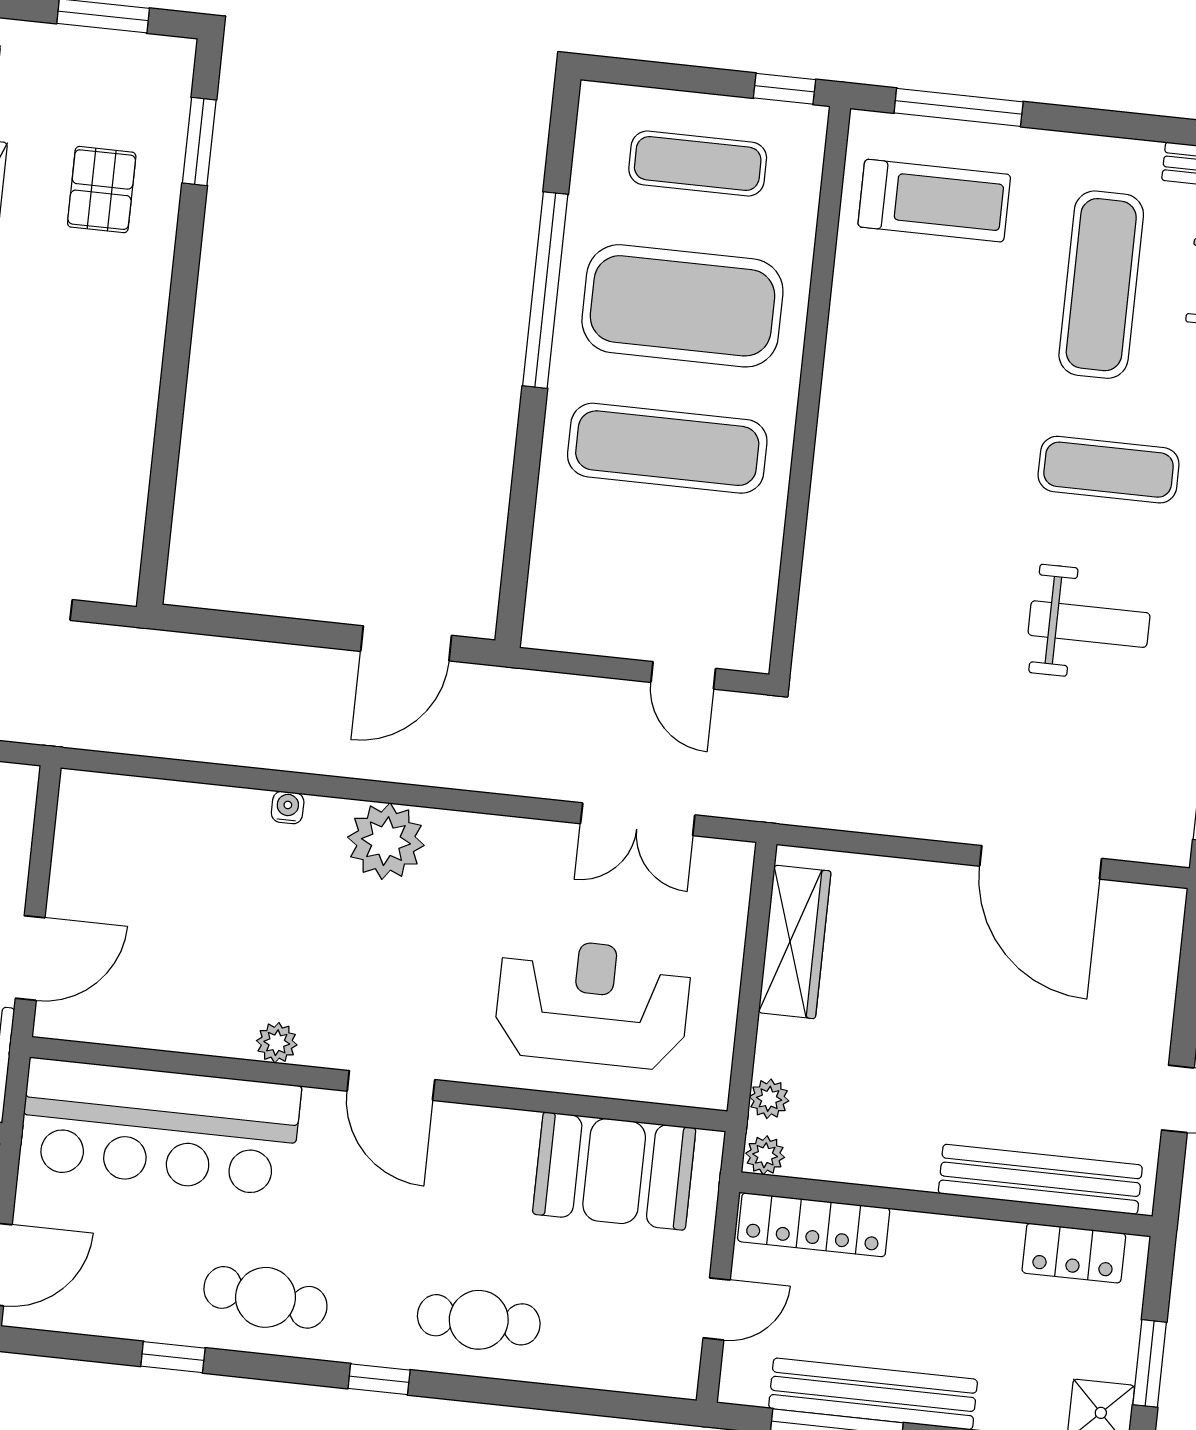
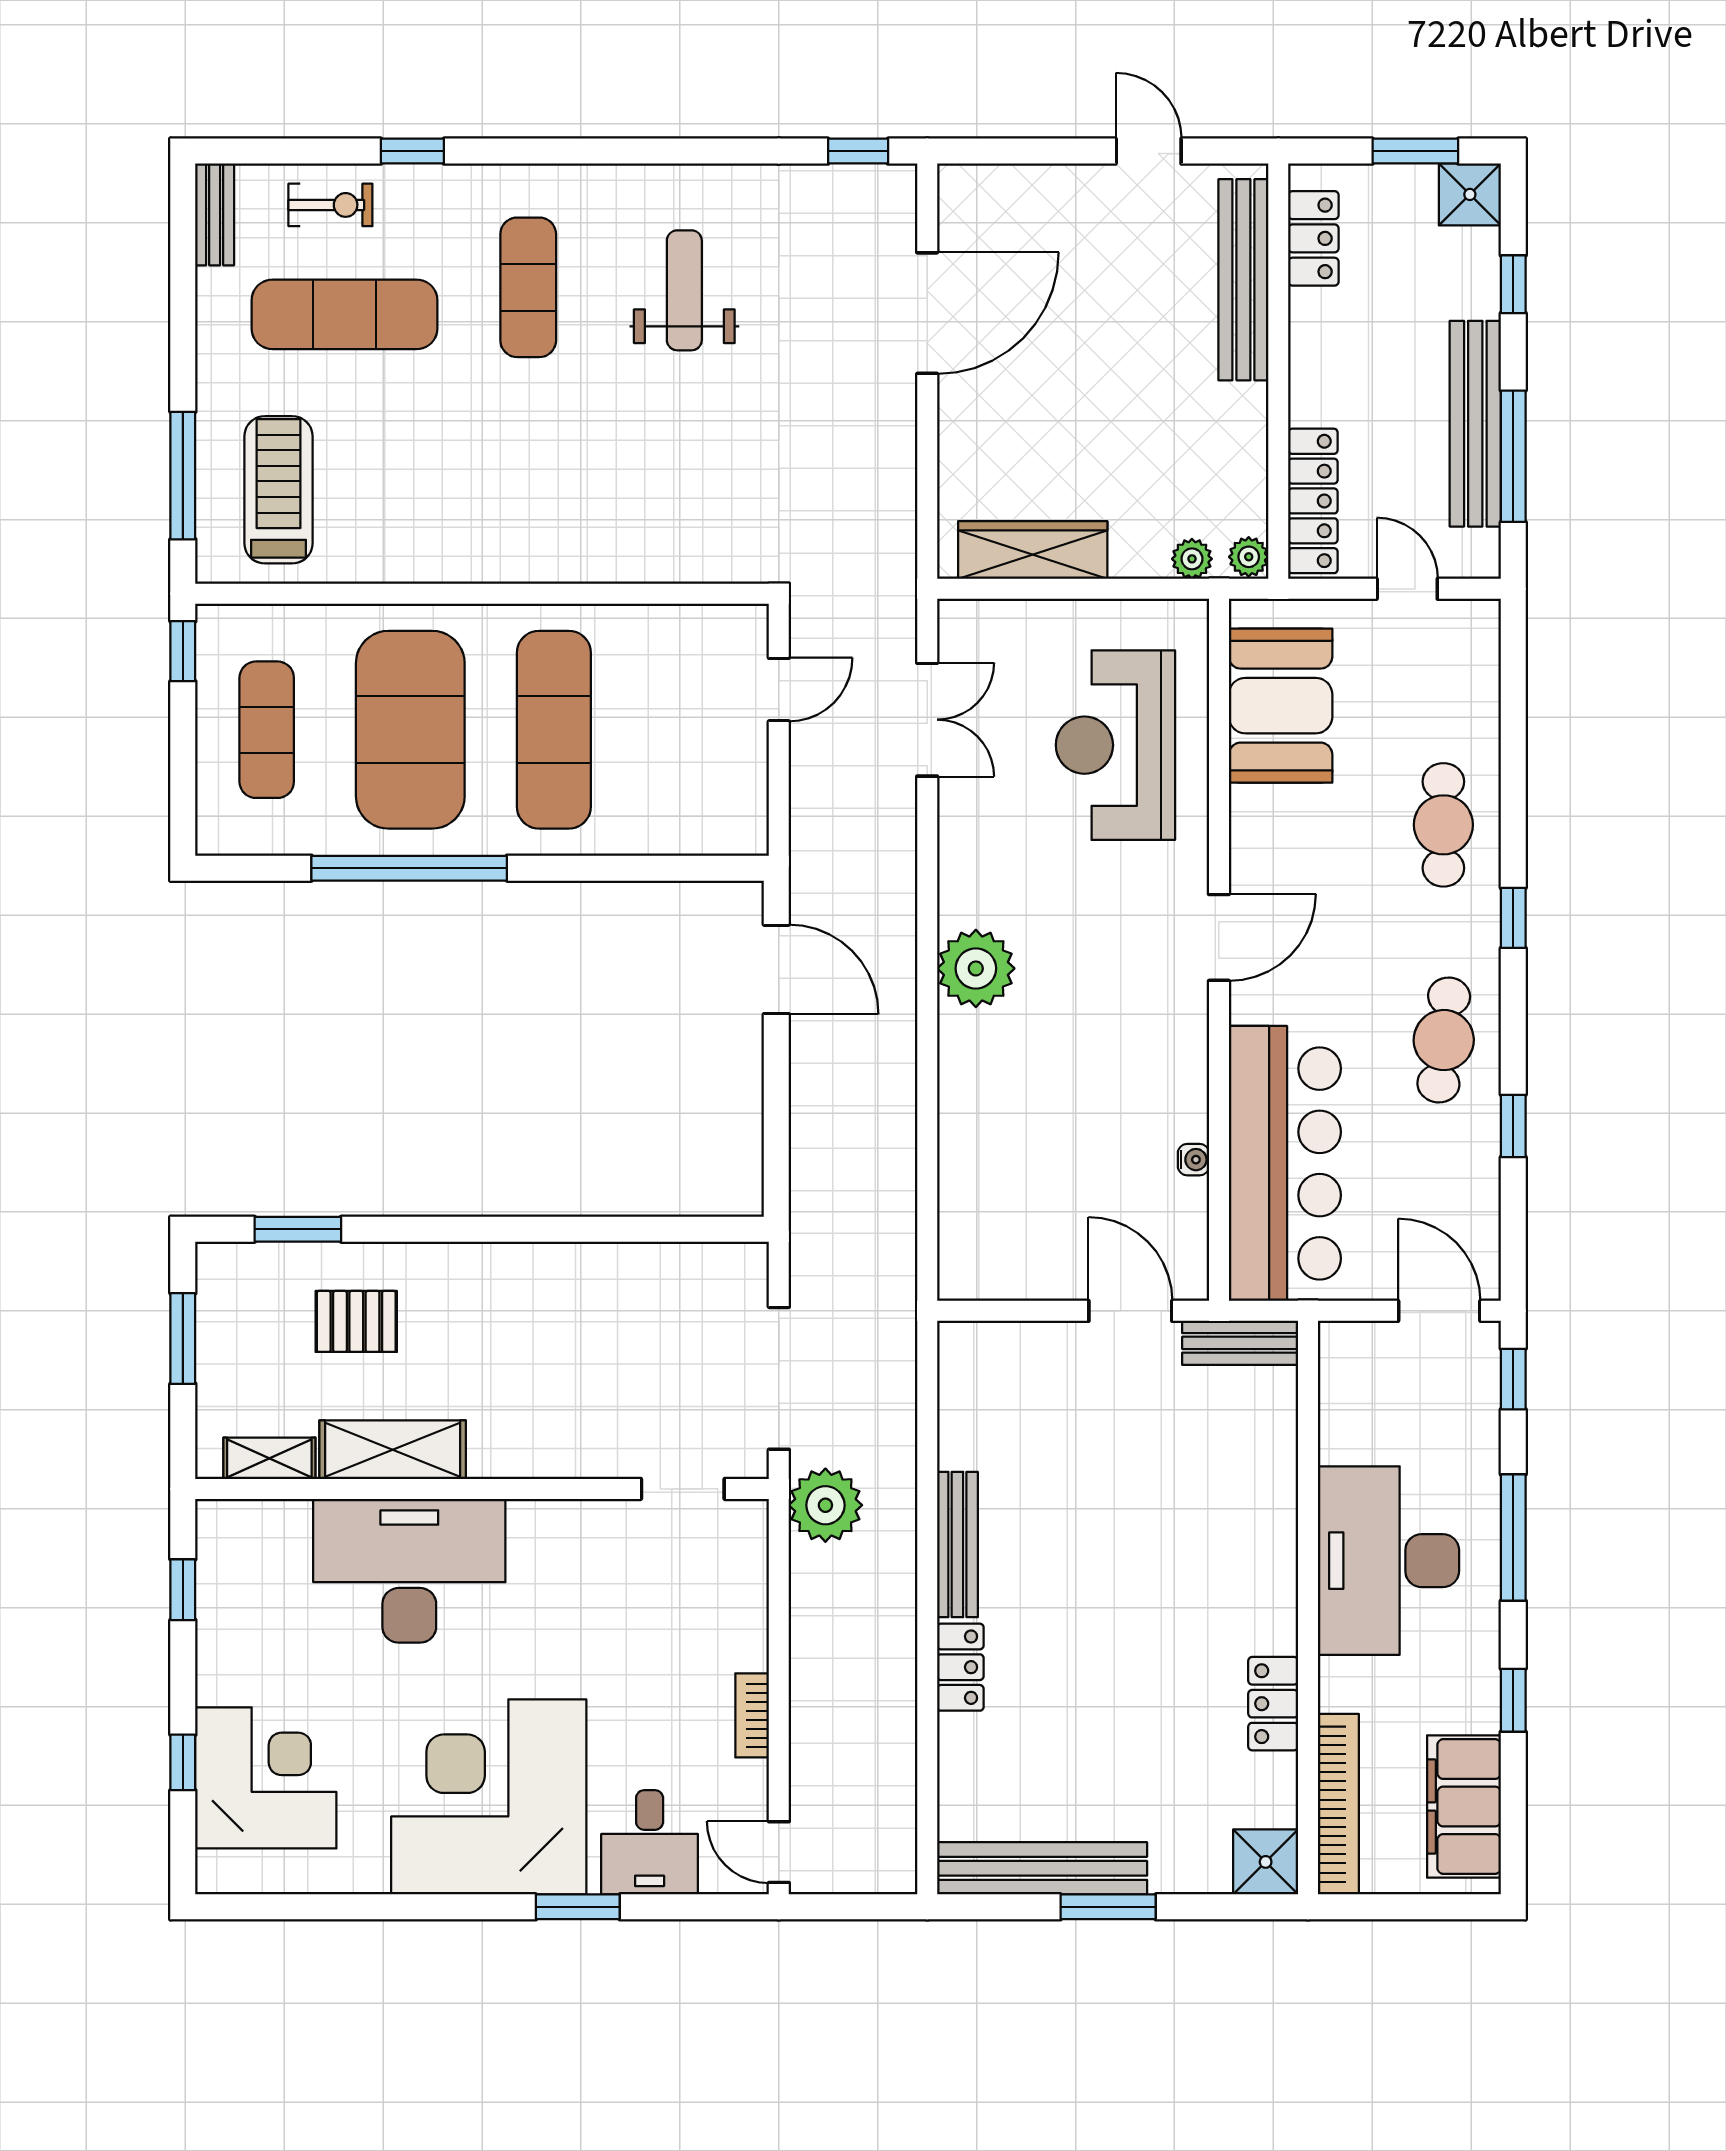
water cooler: (288, 807) -> (1193, 1160), moved, turned 180
plant: (277, 1043) -> (1189, 1056), removed

